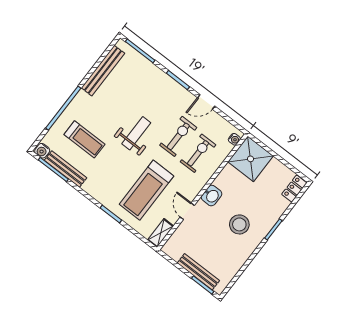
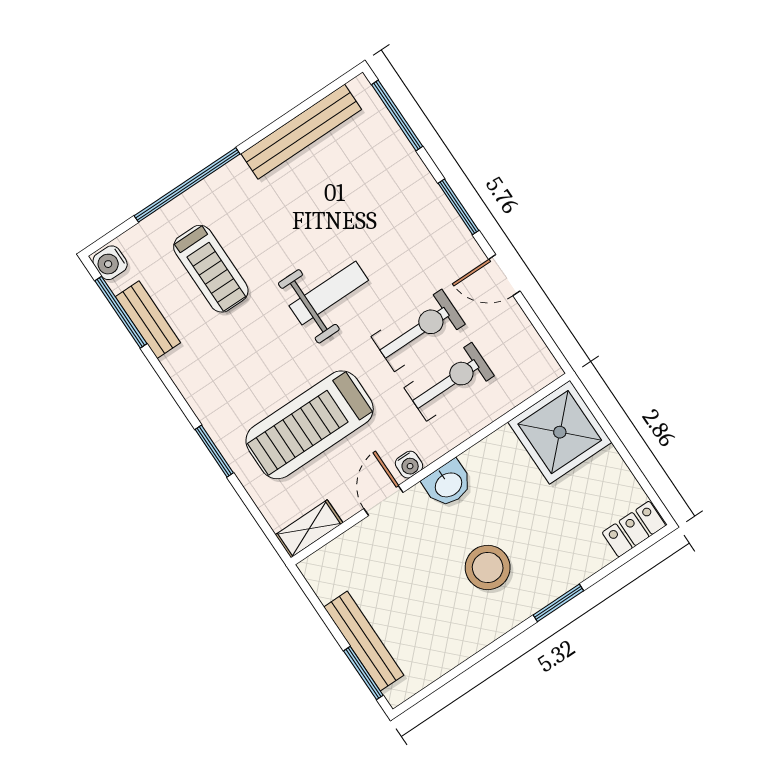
water cooler: (234, 139) -> (409, 465), moved
bench: (66, 169) -> (148, 320), width x0.73

